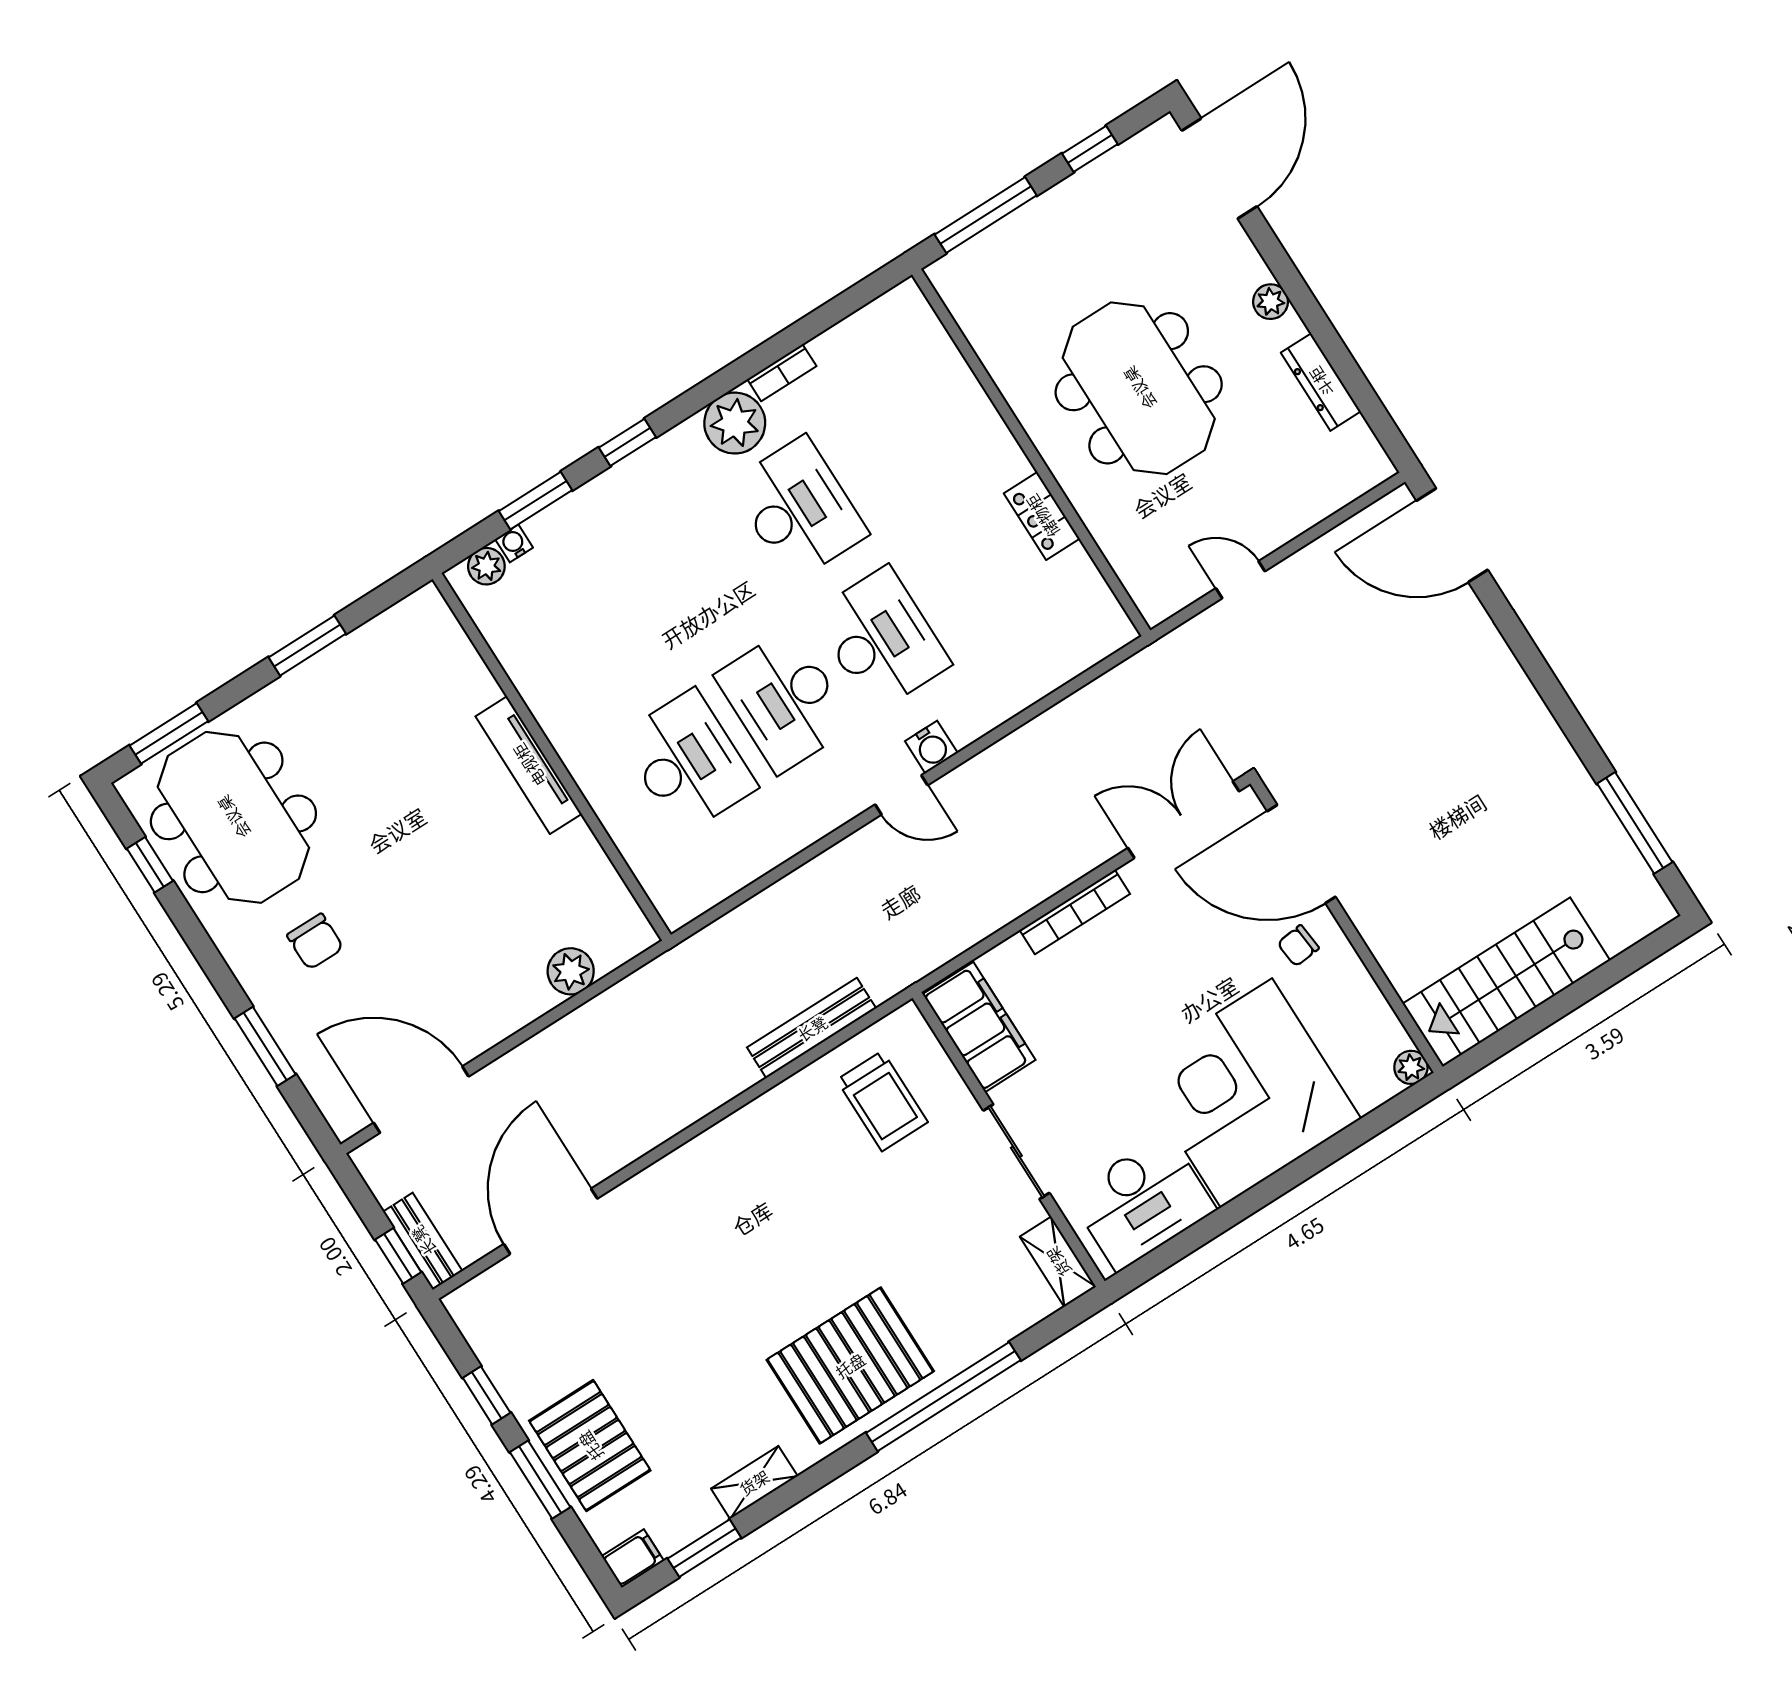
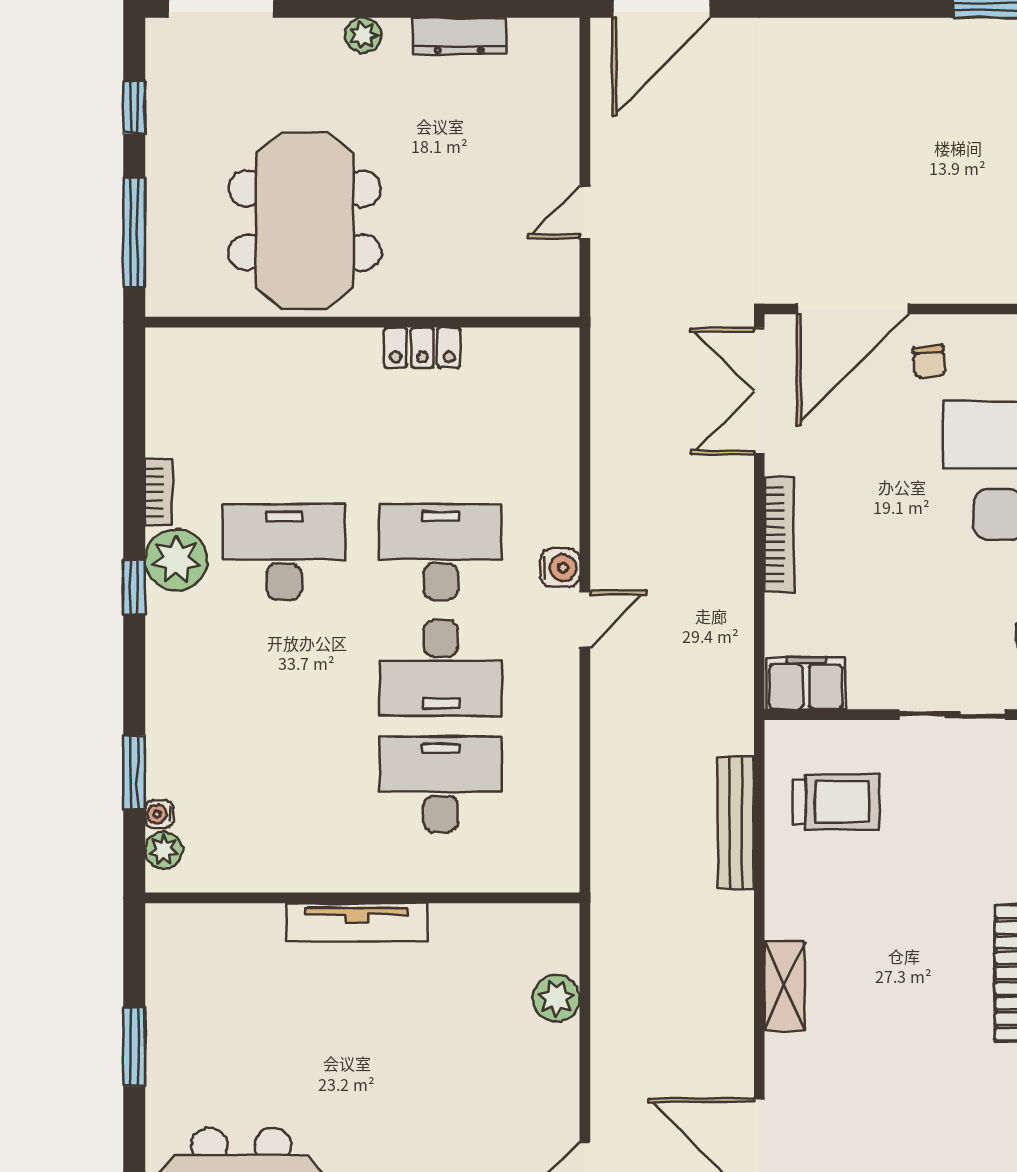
meeting table: (1139, 388) -> (305, 221), moved, turned 90
window: (627, 442) -> (134, 587), moved
filing cabinet: (979, 1027) -> (806, 683), width x0.67, depth x0.86
shelving: (702, 1155) -> (785, 986), added

